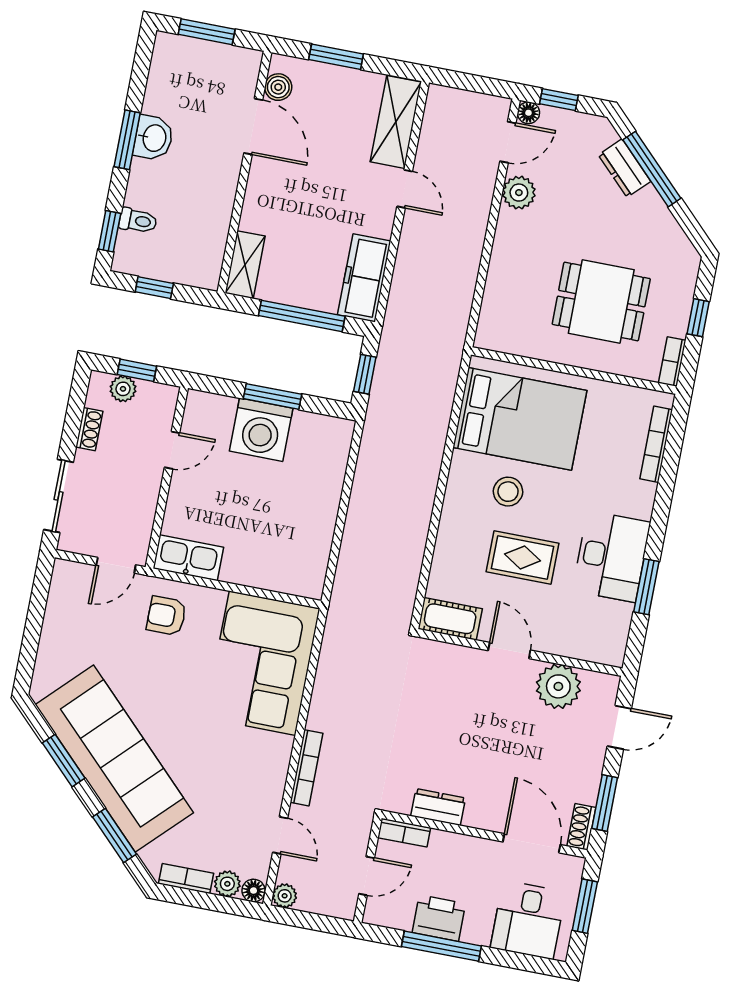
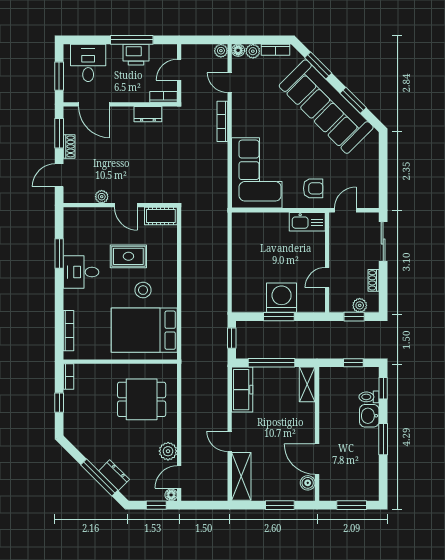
washbasin: (153, 138) -> (369, 416), moved
dining table: (601, 301) -> (142, 399), moved
desk: (611, 556) -> (81, 272), width x0.73
plant: (558, 686) -> (102, 197), width x0.53, depth x0.53
shoe rack: (581, 827) -> (69, 146), moved

